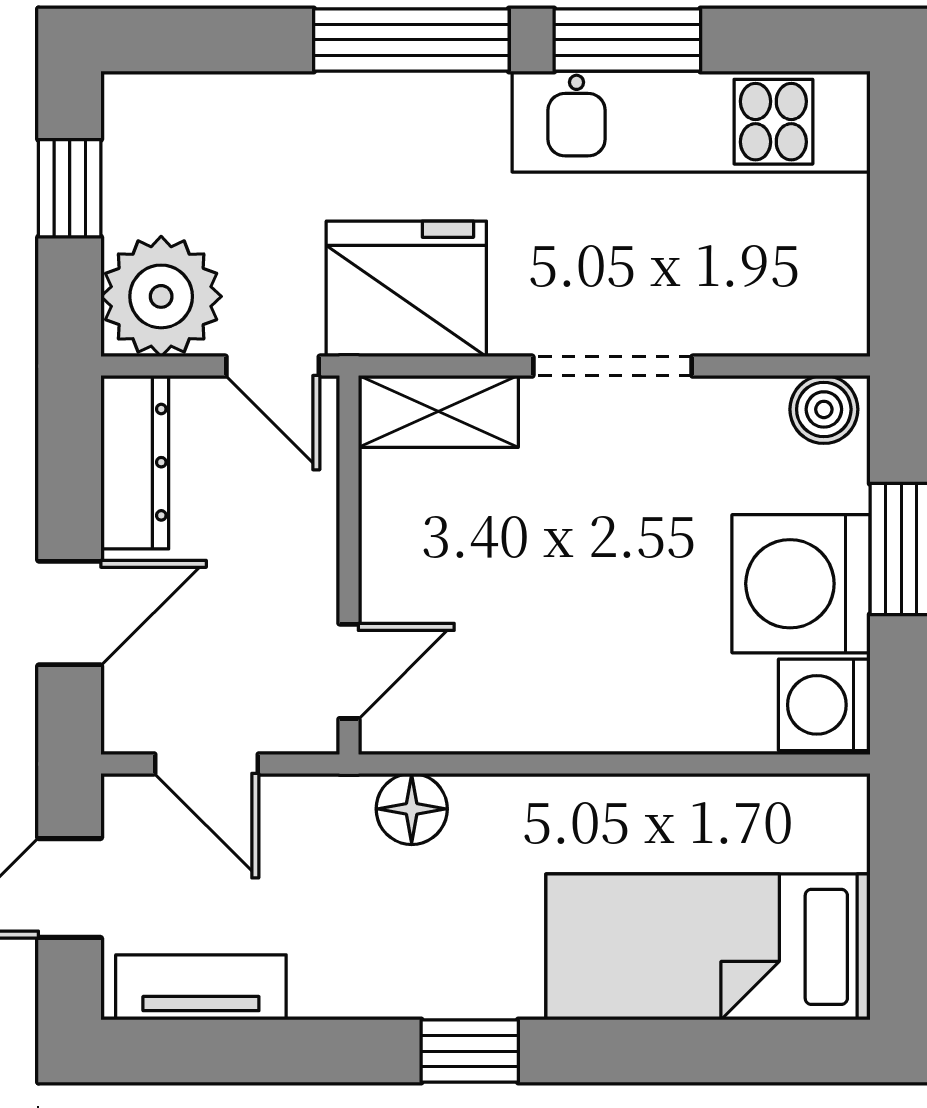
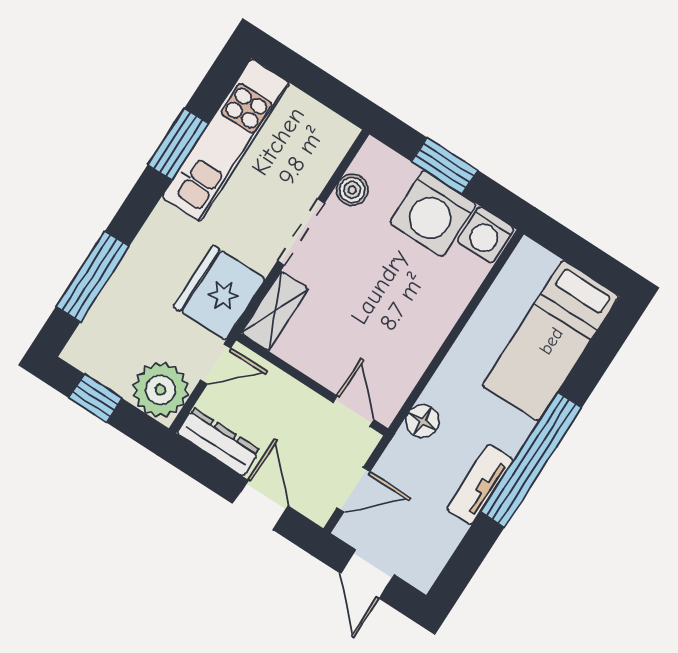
window: (411, 40) -> (93, 277), moved
boiler: (824, 409) -> (352, 190), moved
tv unit: (201, 987) -> (480, 484), moved
window: (470, 1051) -> (531, 460), width x3.17

